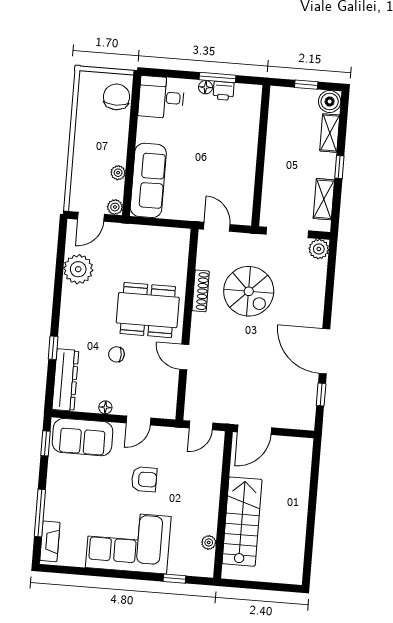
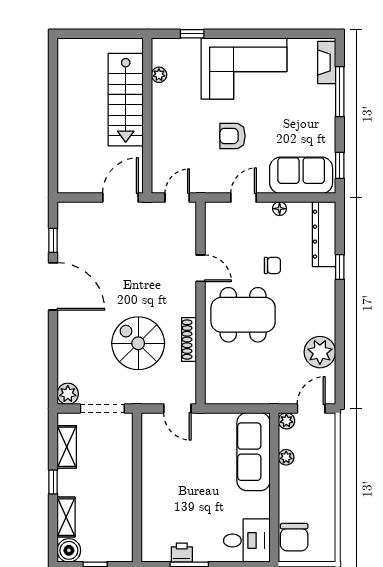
floor lamp: (205, 87) -> (201, 555), removed

